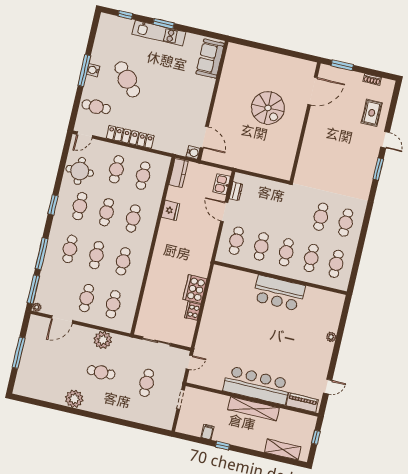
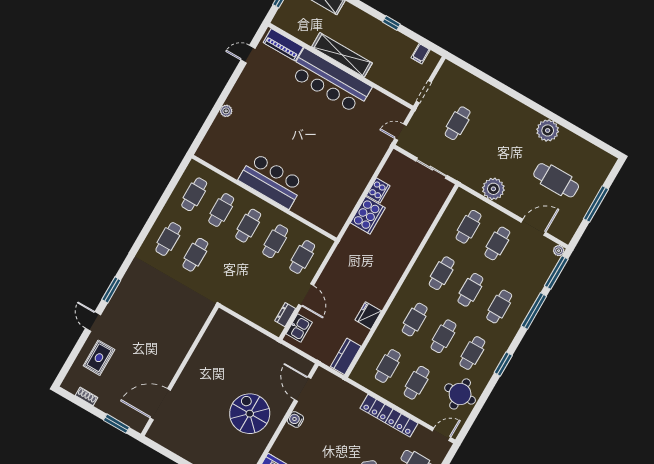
spiral stairs: (268, 108) -> (250, 414), moved
water cooler: (193, 153) -> (295, 420), moved
cafe table: (101, 372) -> (556, 180), moved, width x1.37, depth x1.35
filing cabinet: (207, 432) -> (420, 54), moved

